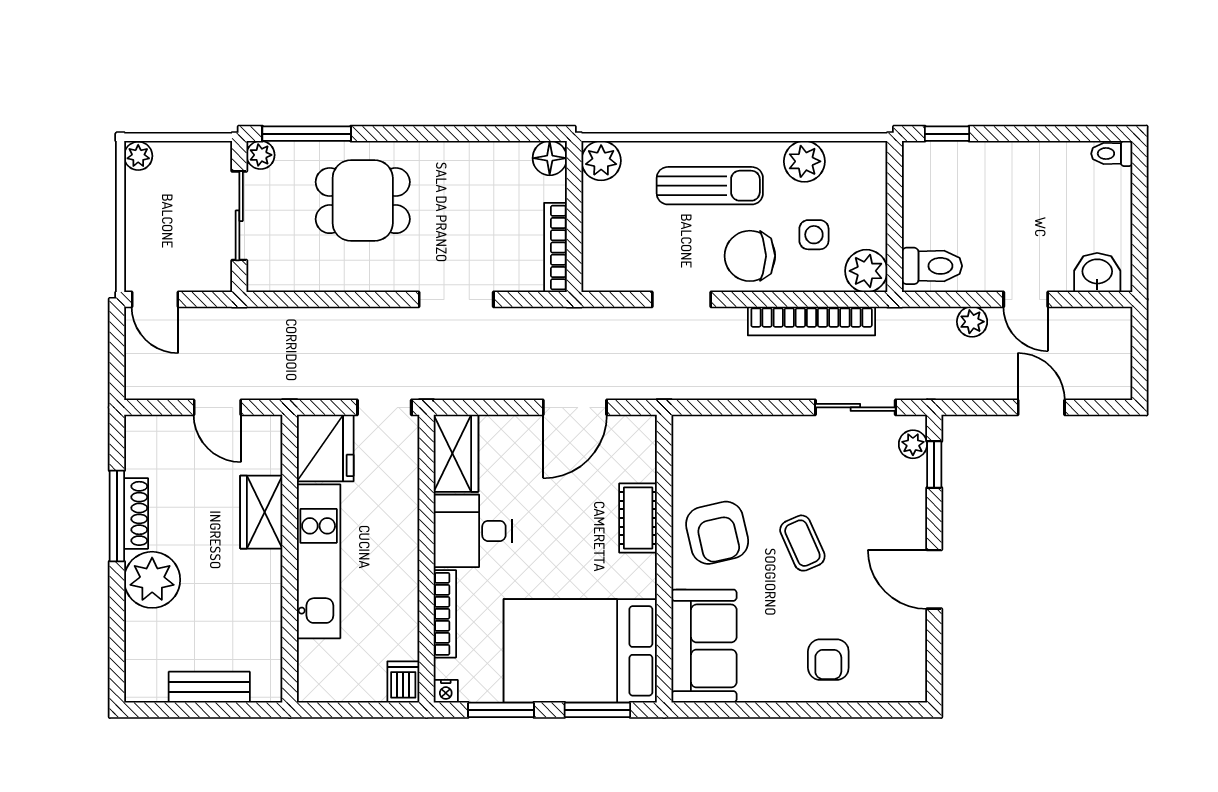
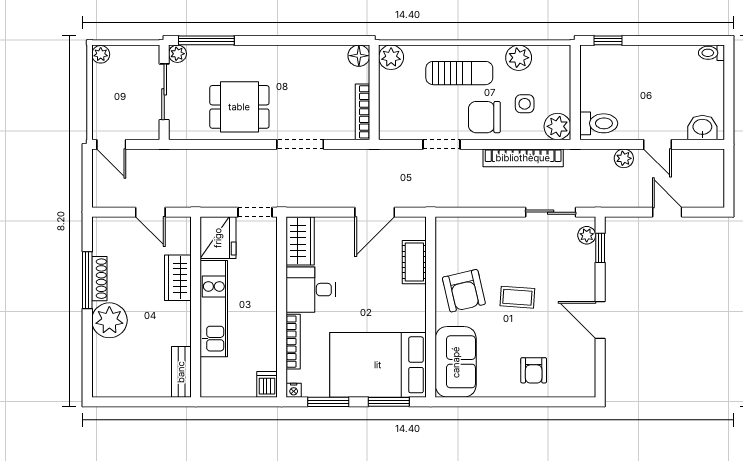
dining table: (363, 201) -> (239, 107), moved
cot: (638, 518) -> (414, 262), moved
coffee table: (802, 543) -> (517, 297), turned -62
bench: (209, 687) -> (181, 372), moved, turned 90

